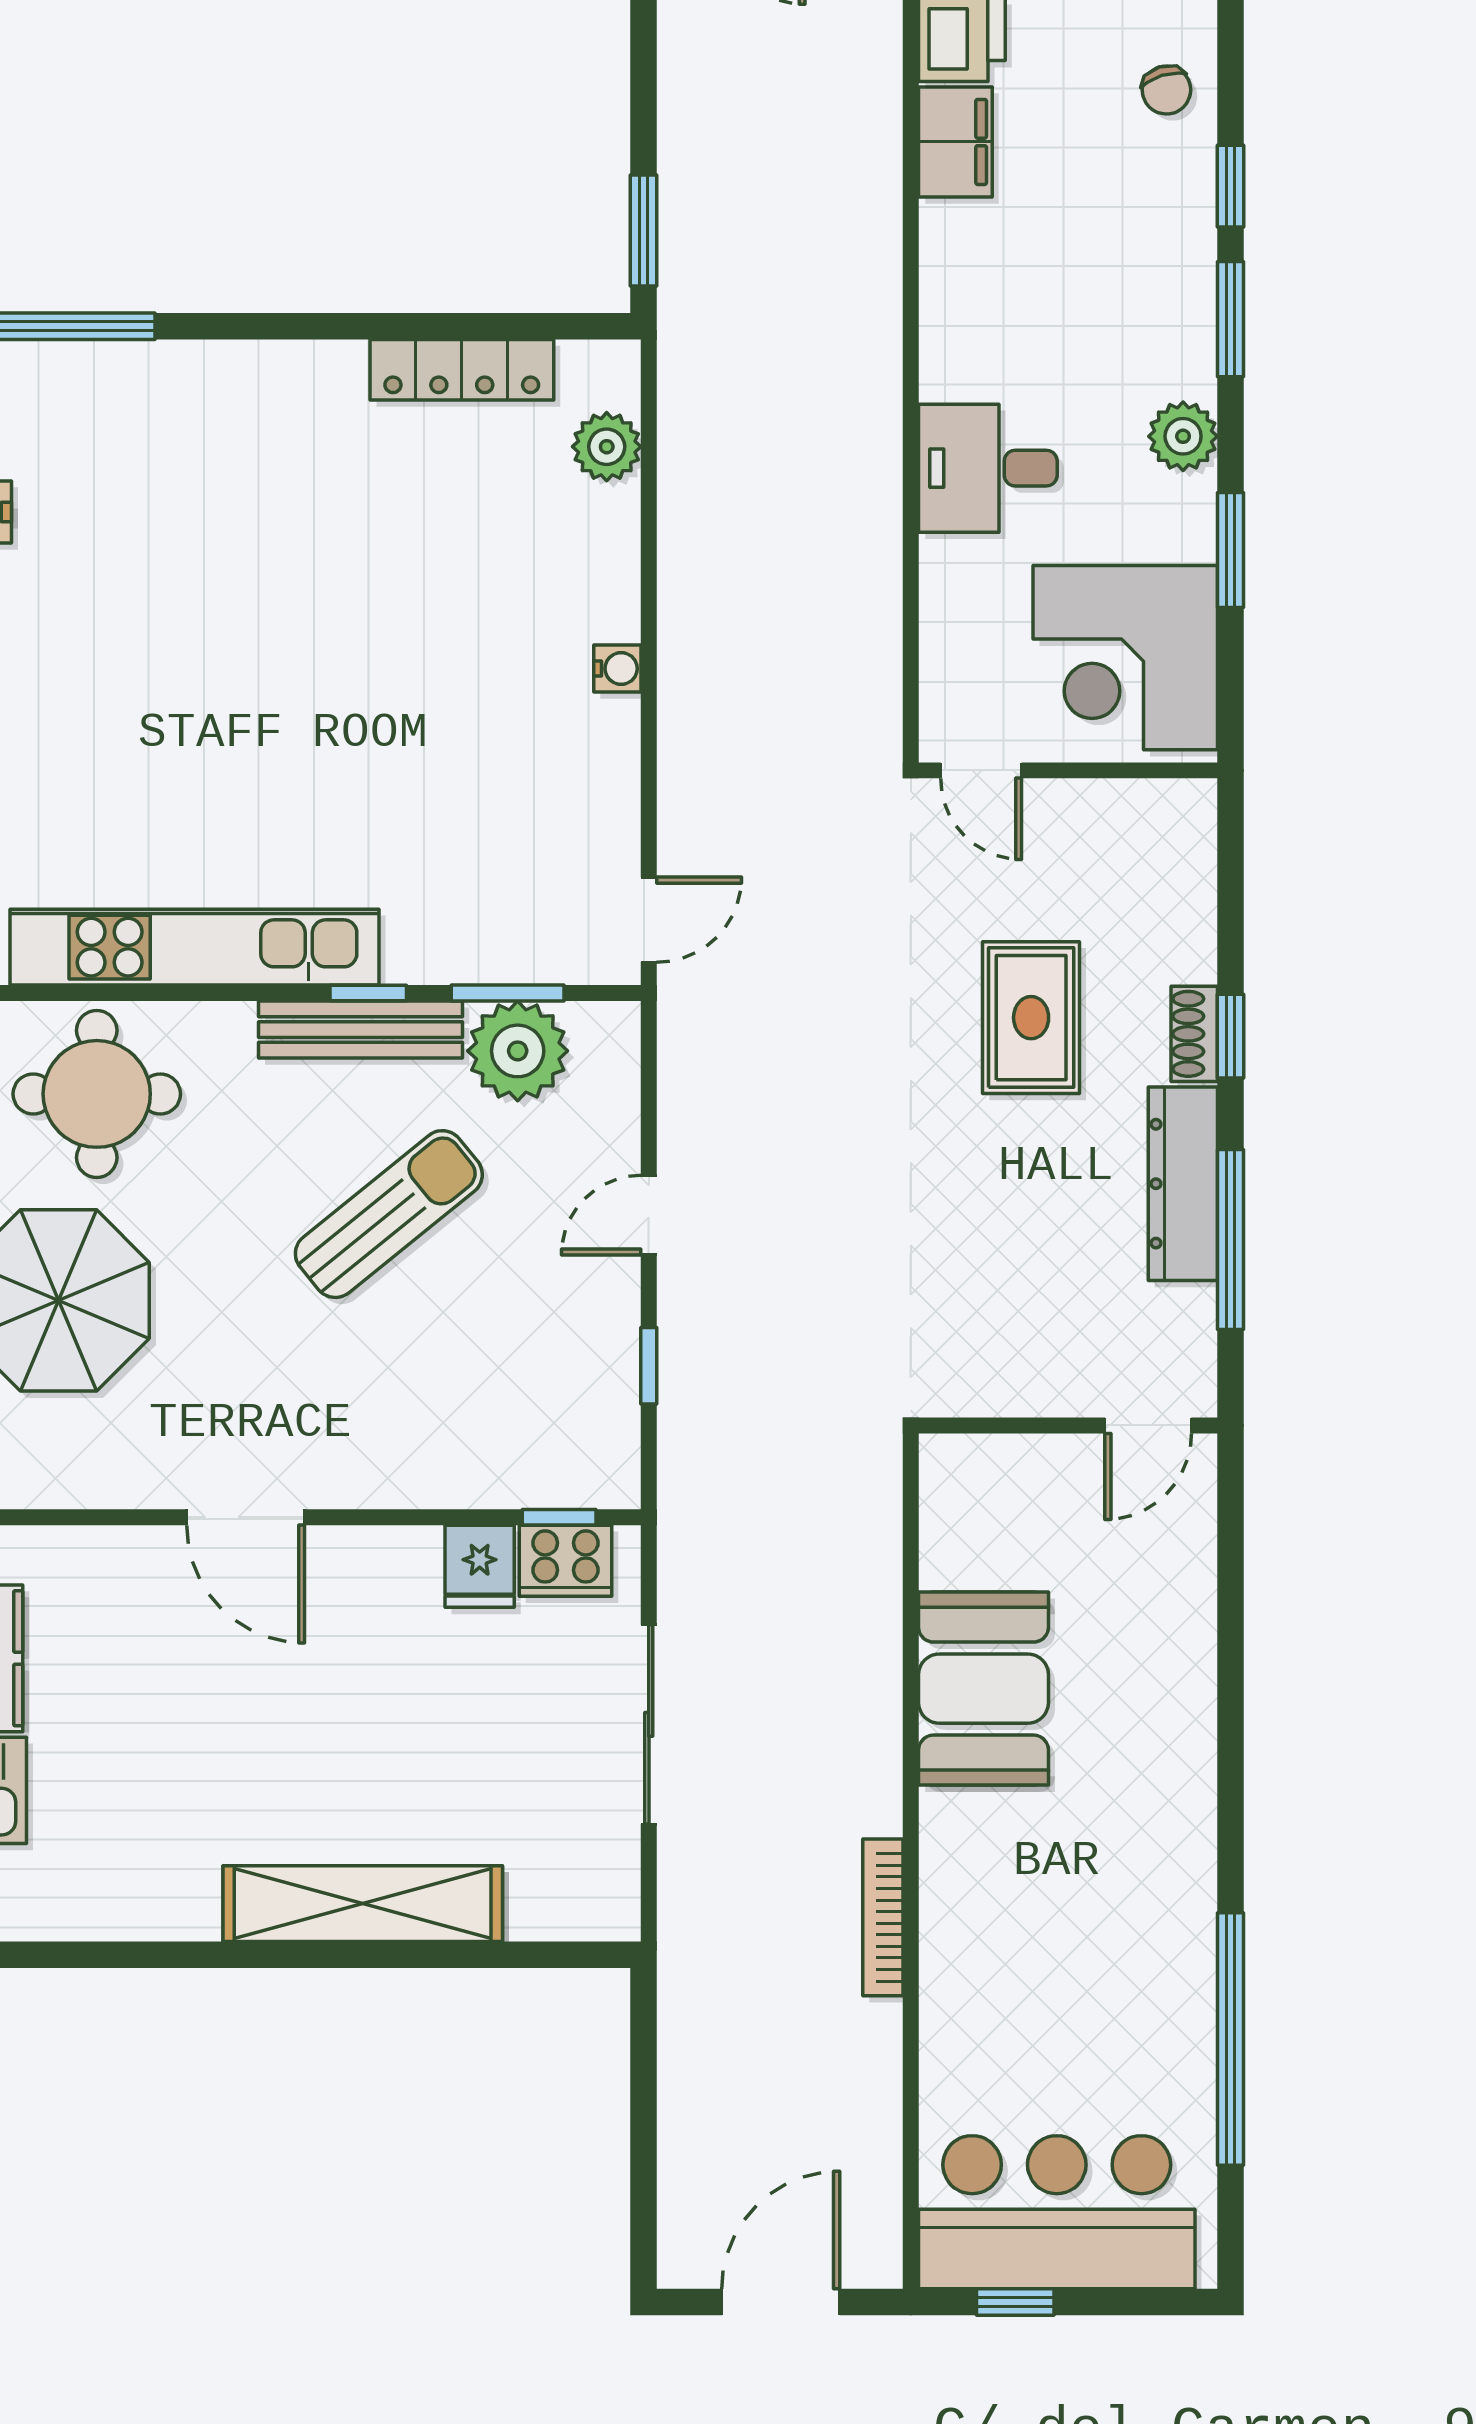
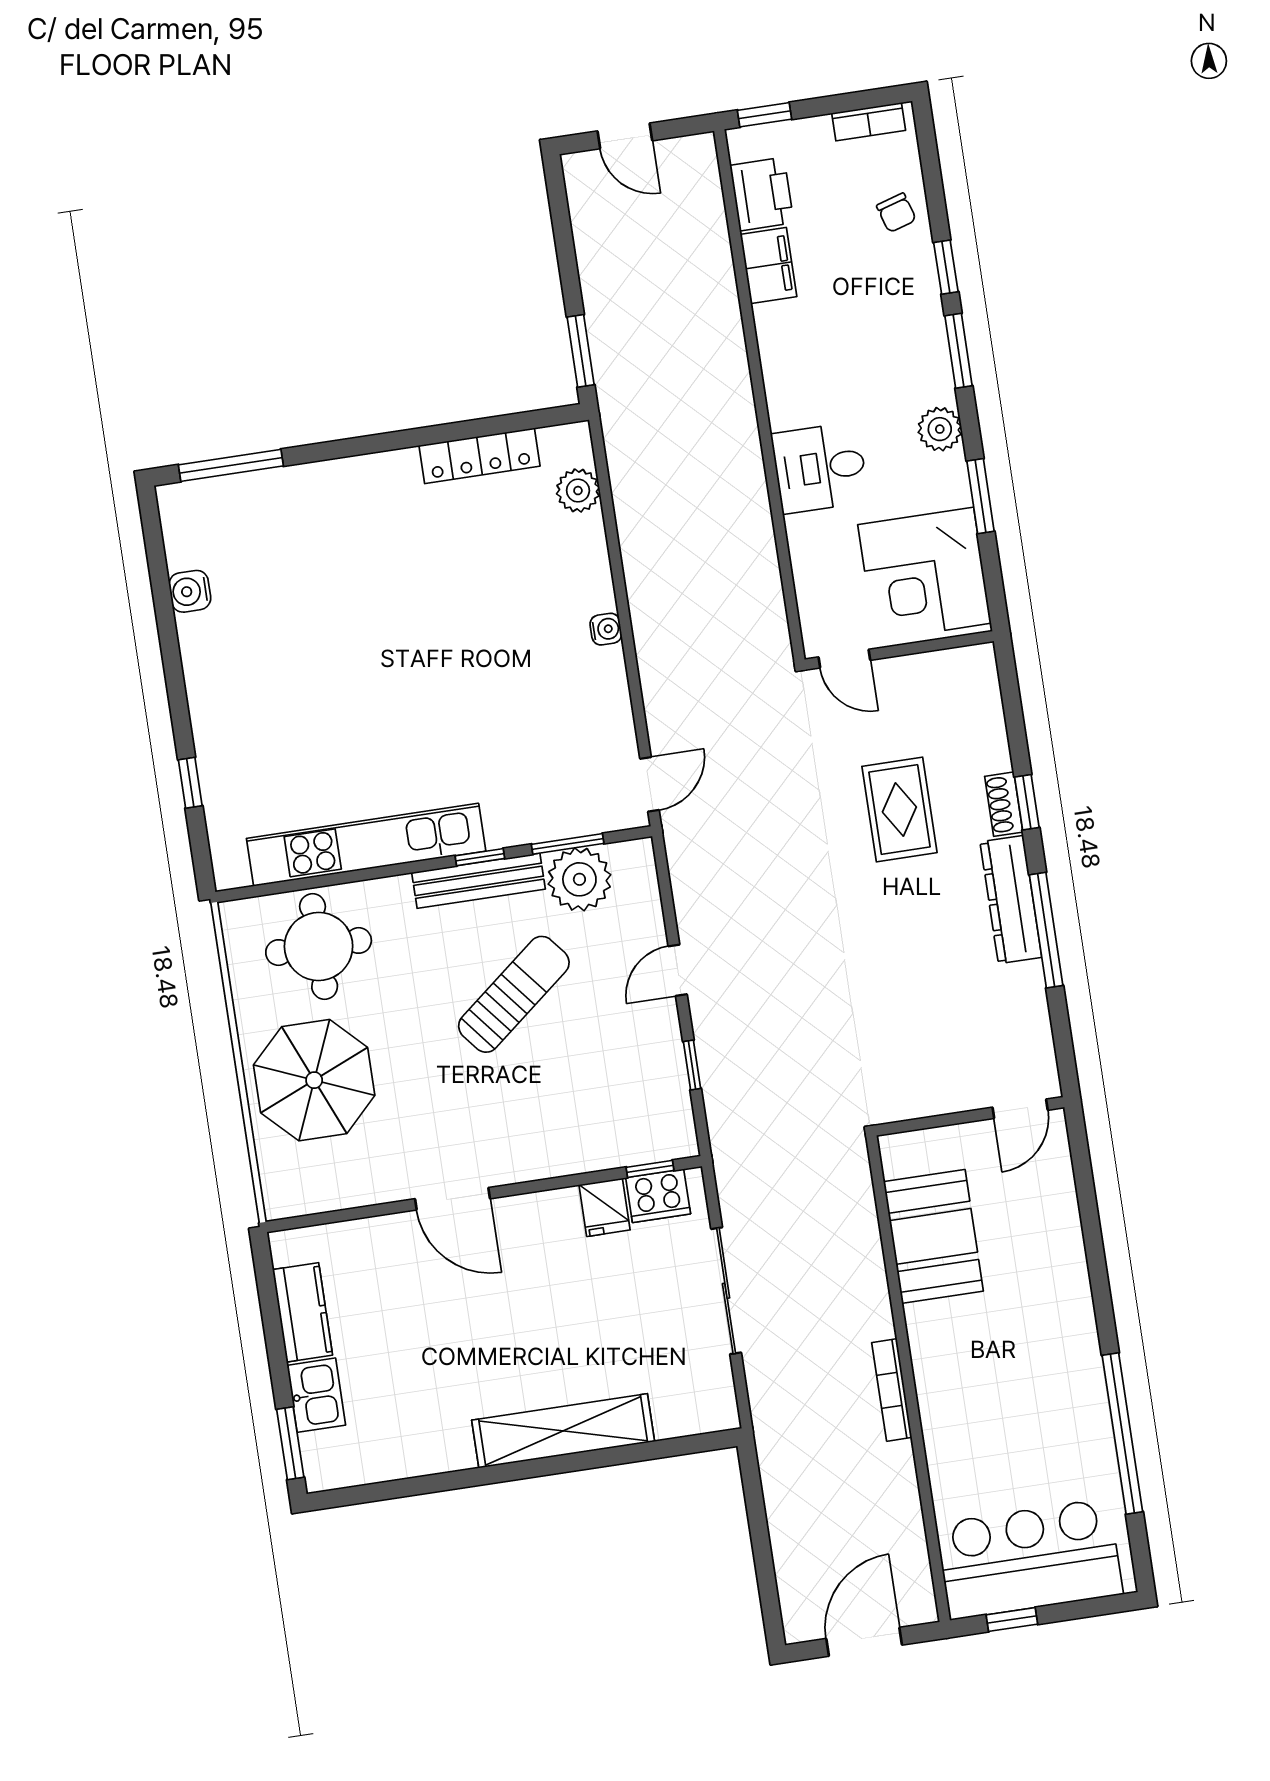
wall: (1068, 1425) -> (970, 1116), moved
door: (1148, 1425) -> (1020, 1109), moved

